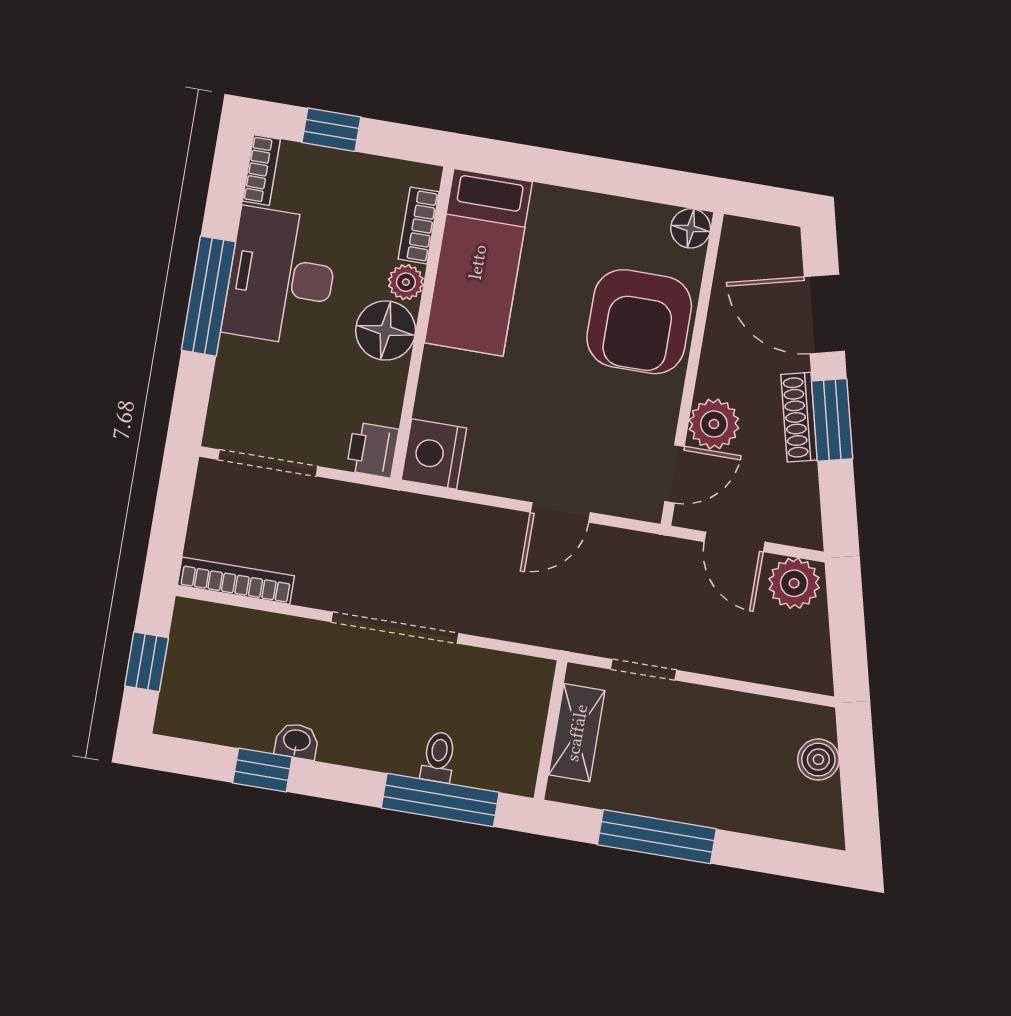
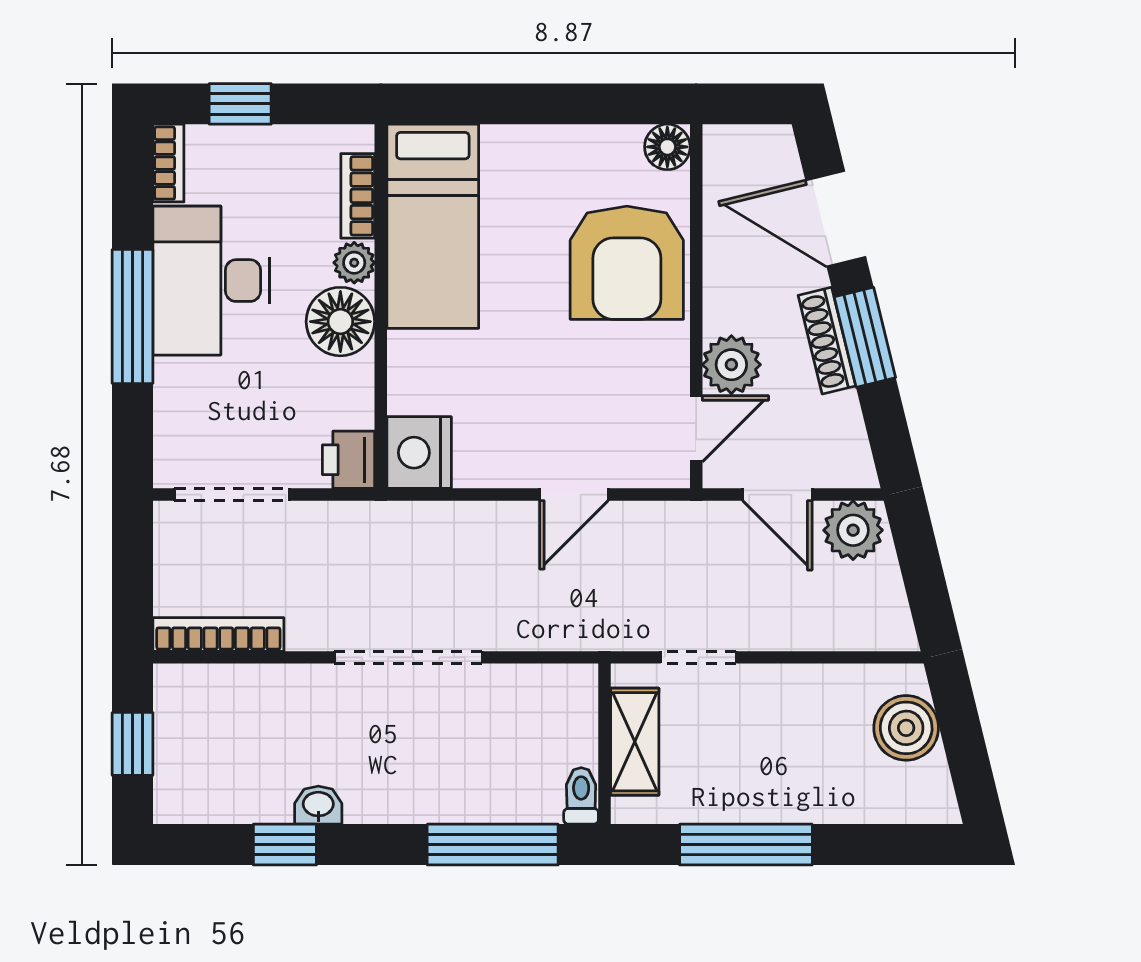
toilet: (438, 757) -> (581, 796), moved
boiler: (818, 760) -> (906, 728), width x1.36, depth x1.36

